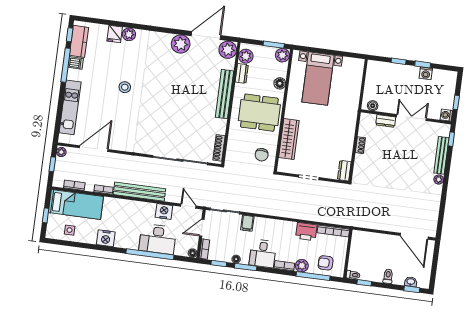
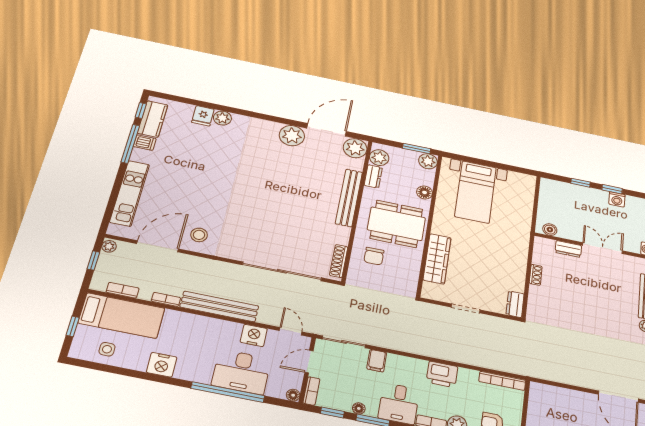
stool: (125, 87) -> (199, 235), moved
chair: (262, 155) -> (374, 256), moved
printer: (306, 232) -> (442, 374), moved

